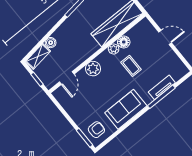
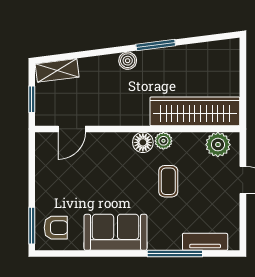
floor lamp: (124, 42) -> (143, 142), moved
boiler: (51, 43) -> (128, 61), moved
plant: (93, 69) -> (218, 145), moved
tv unit: (162, 87) -> (205, 242), moved

